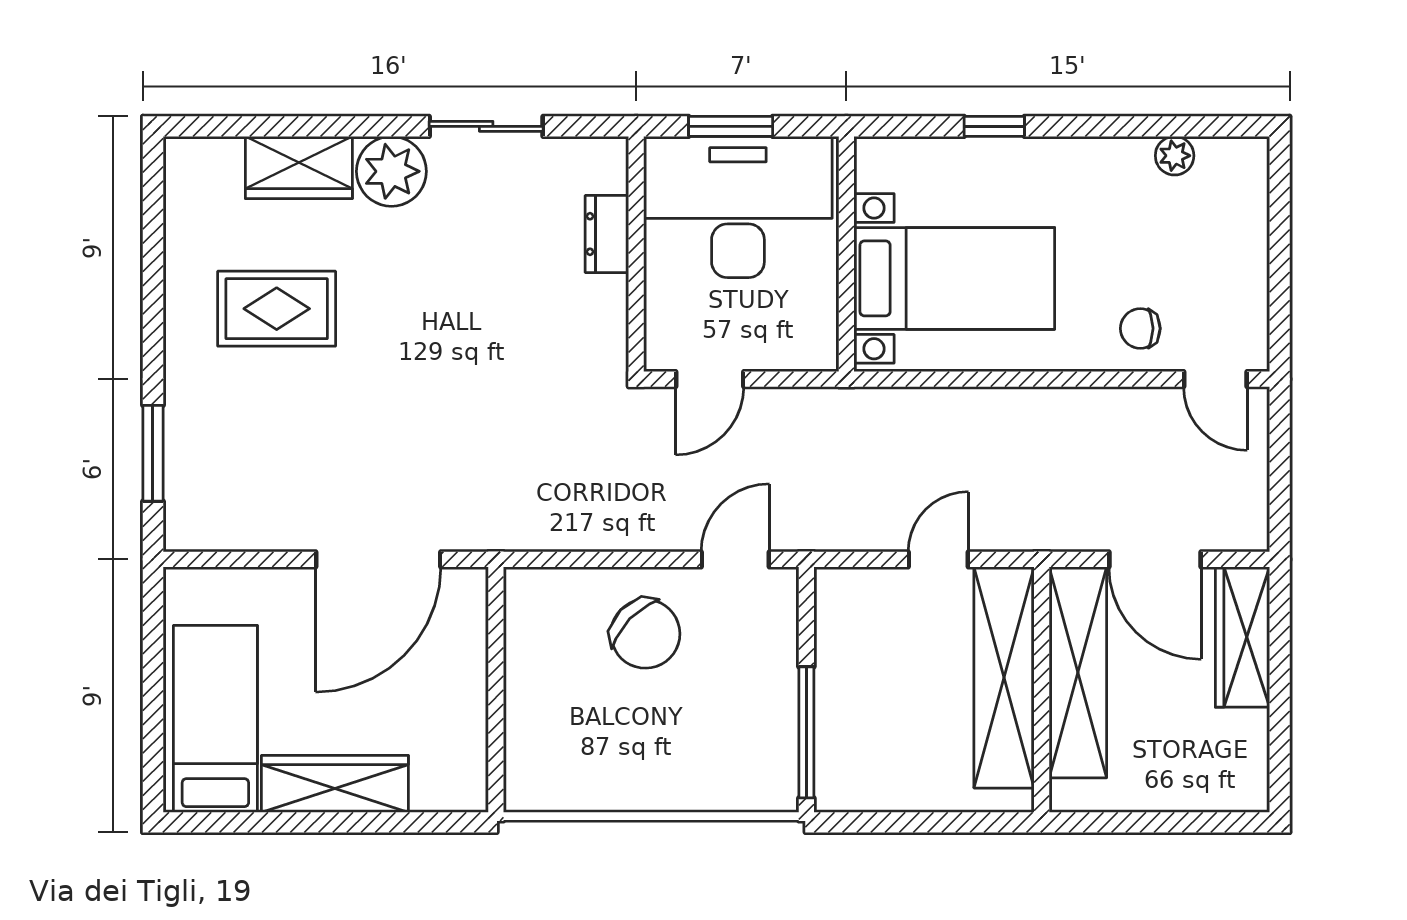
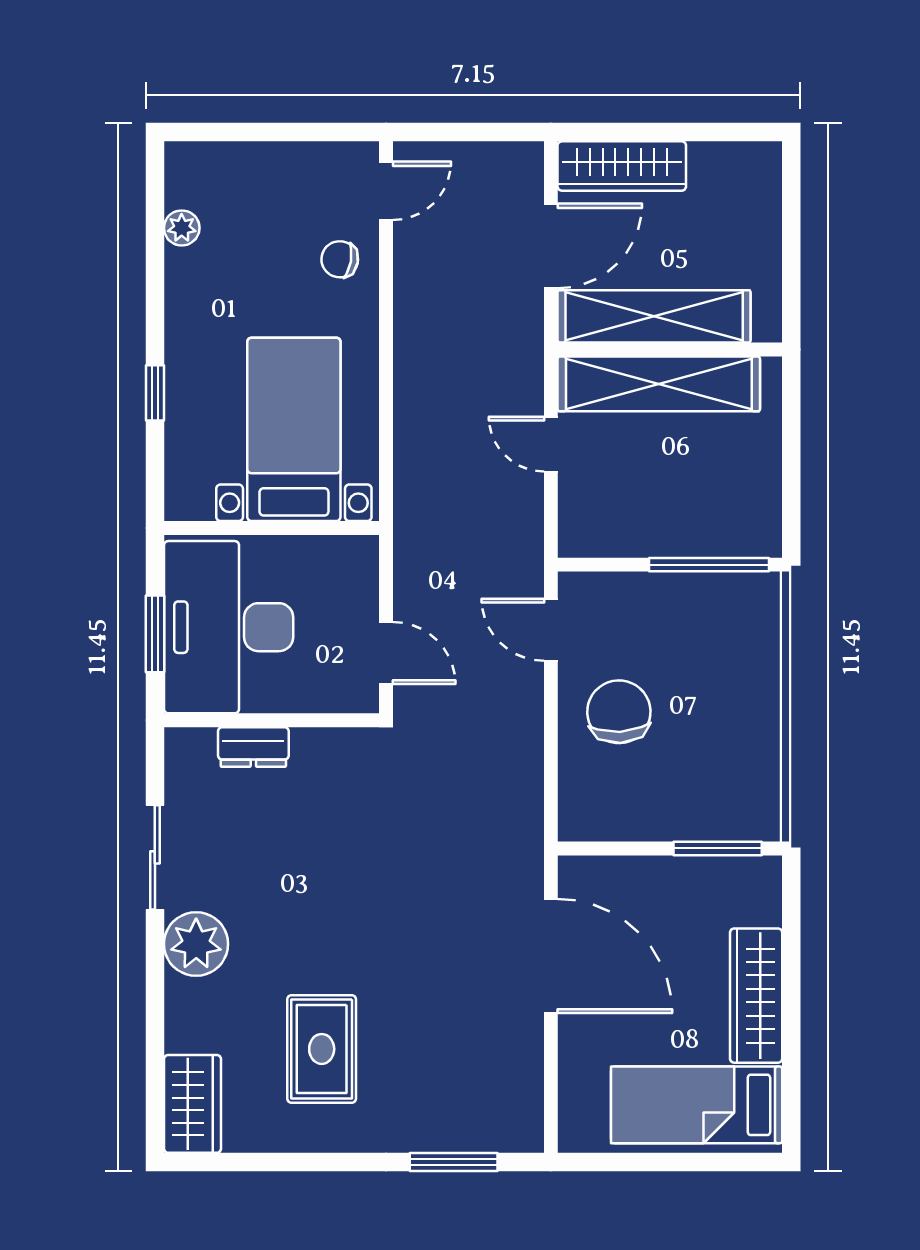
wardrobe: (299, 167) -> (192, 1104), moved
chair: (1140, 328) -> (340, 259), turned 100
chair: (645, 634) -> (619, 712), turned -47
window: (496, 742) -> (718, 848), added

